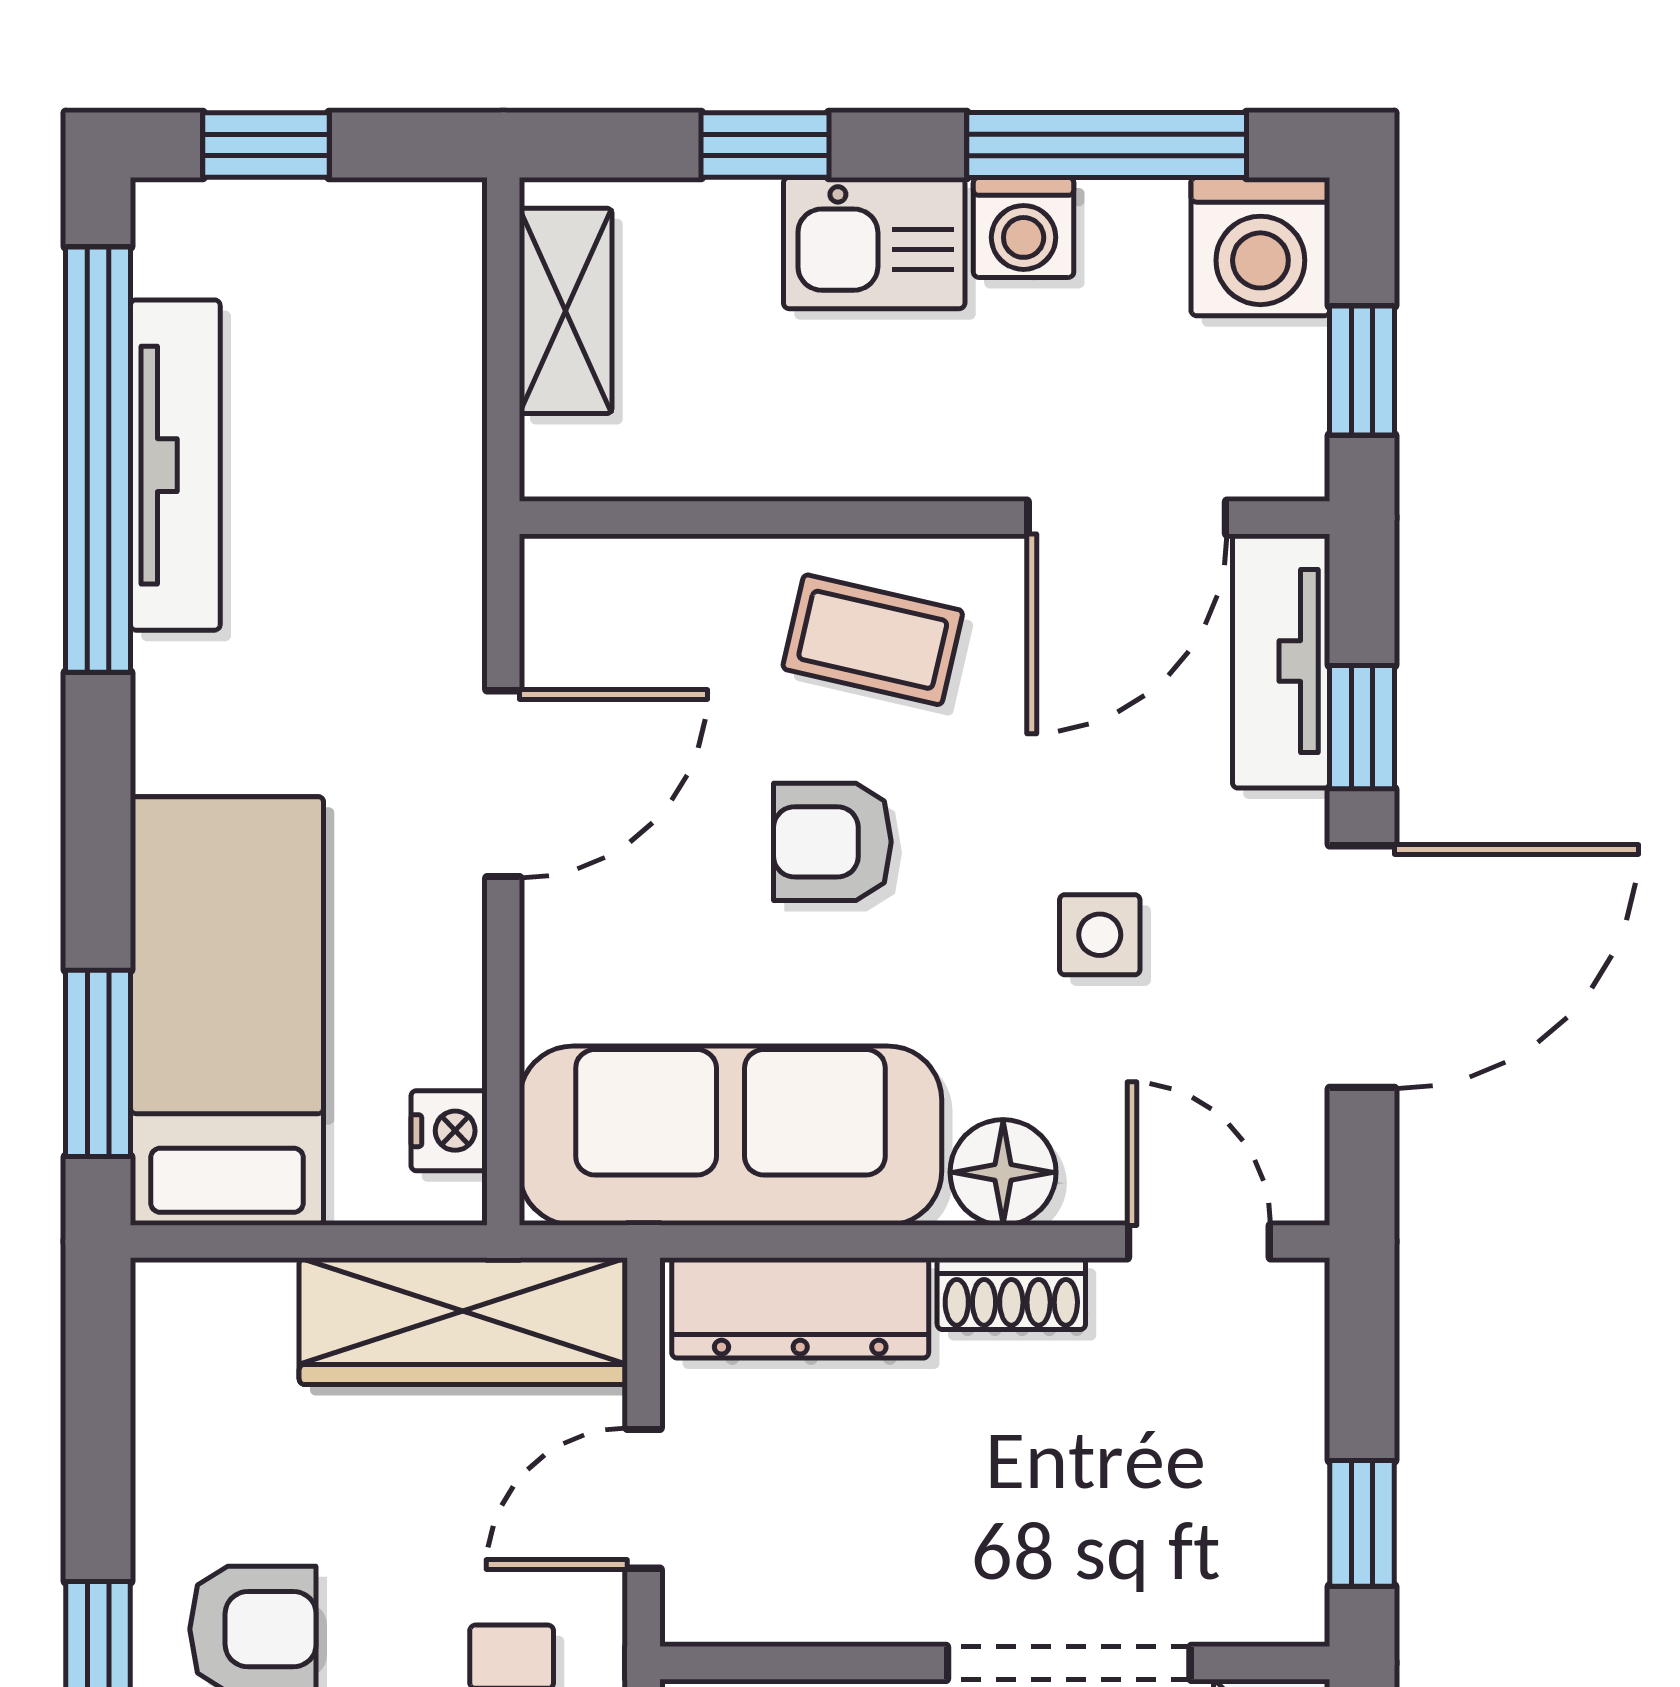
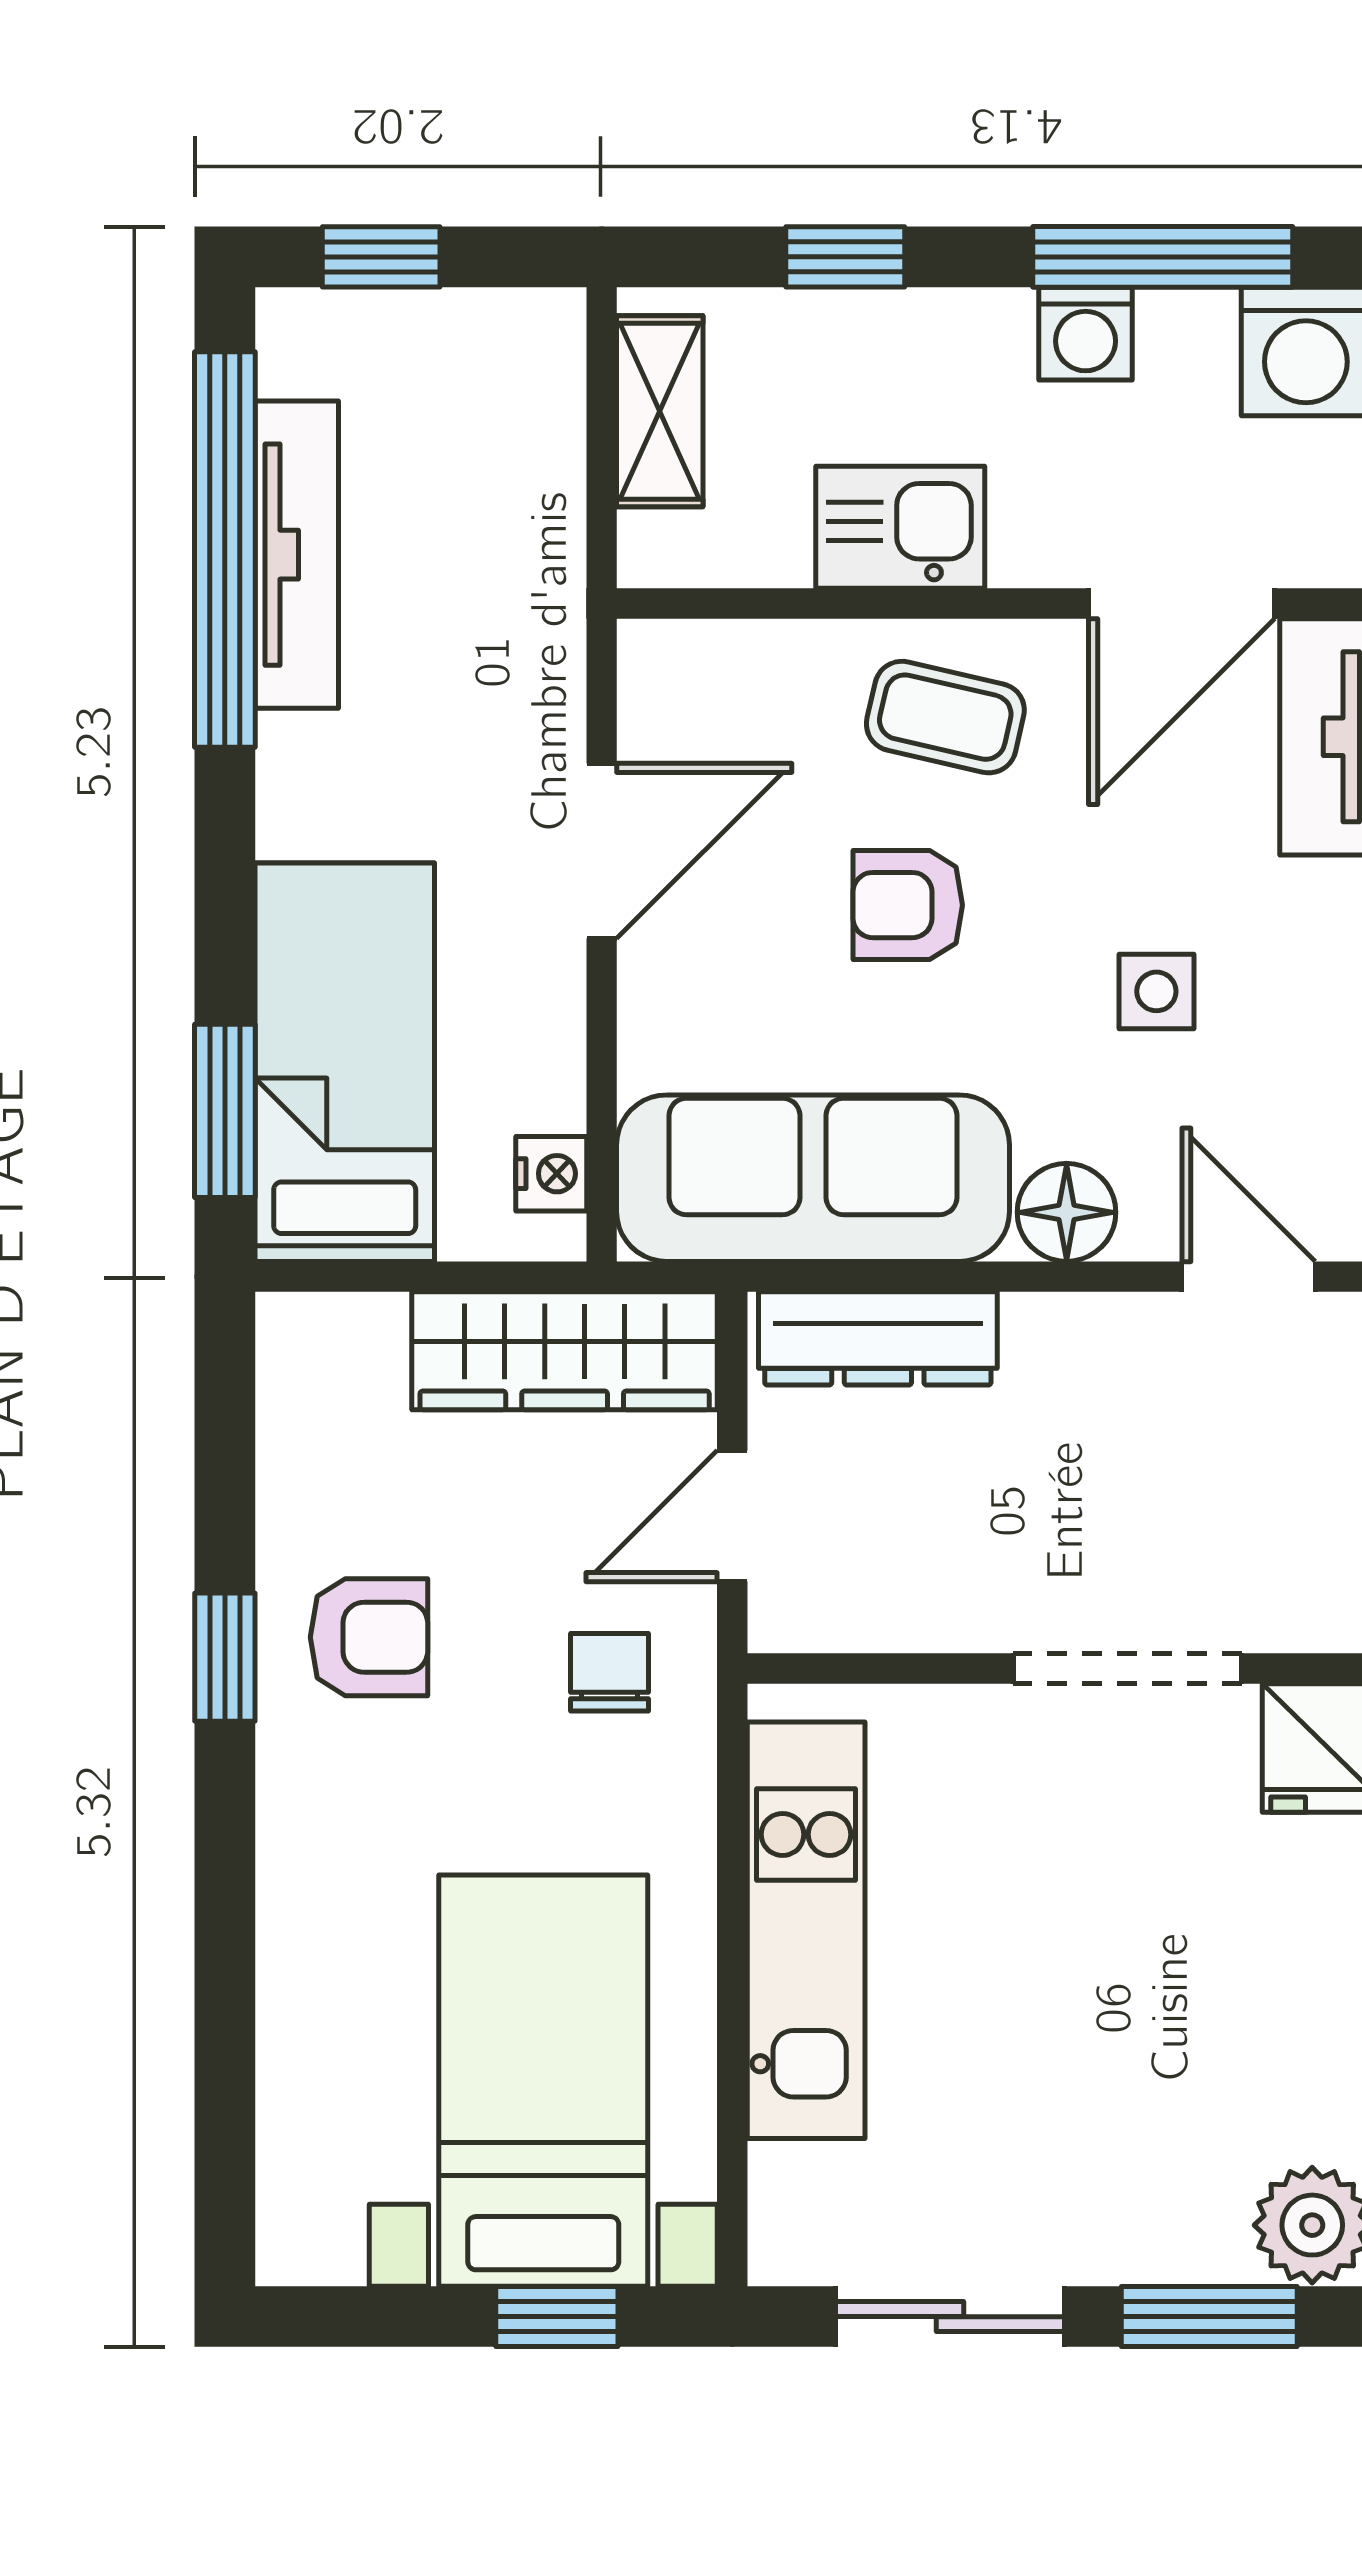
kitchen sink: (874, 243) -> (900, 527), moved, turned 180
shoe rack: (1011, 1294) -> (1074, 1325), removed

